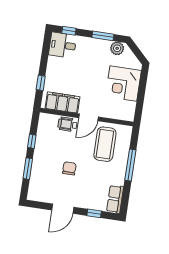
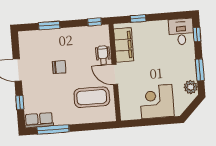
window: (32, 141) -> (94, 22), moved
window: (130, 165) -> (53, 129), moved

